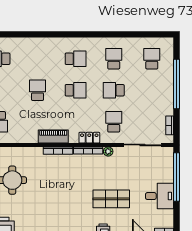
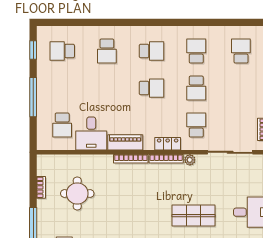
school desk: (38, 90) -> (107, 51), moved, turned 180
school desk: (114, 90) -> (196, 88), turned -90
desk: (24, 129) -> (91, 133), added

